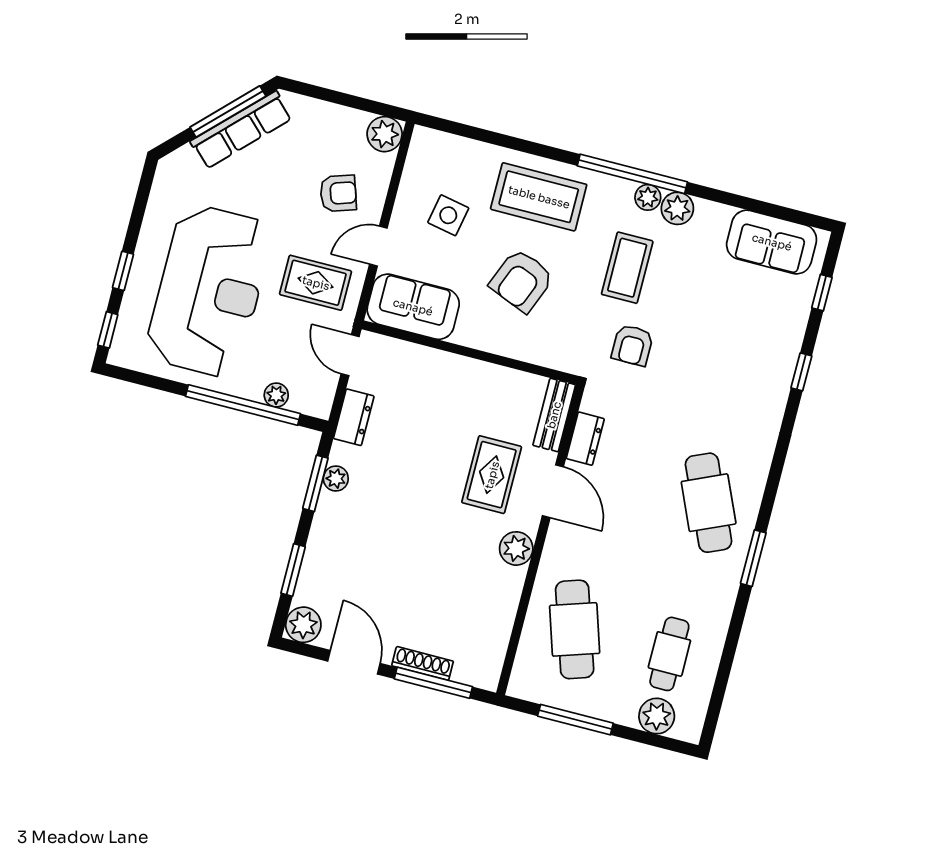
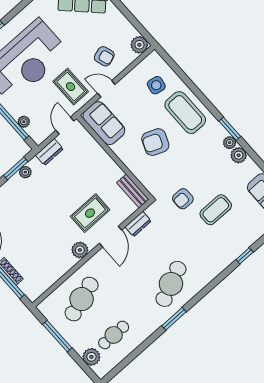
window: (632, 174) -> (230, 129), width x0.47
side table: (448, 215) -> (156, 85), moved
coffee table: (627, 268) -> (216, 210), moved
bench: (554, 415) -> (133, 191), moved, turned 90

